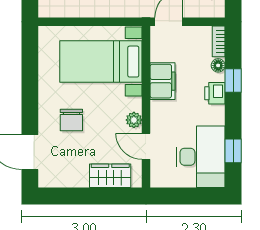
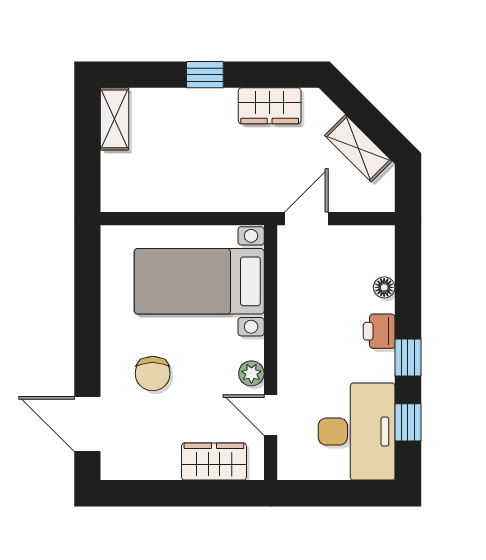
bookcase: (219, 41) -> (385, 250), removed
filing cabinet: (163, 81) -> (297, 312), removed
window: (233, 81) -> (408, 358), moved

